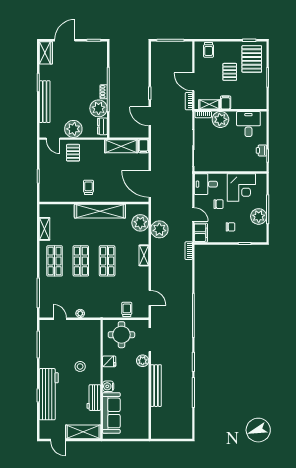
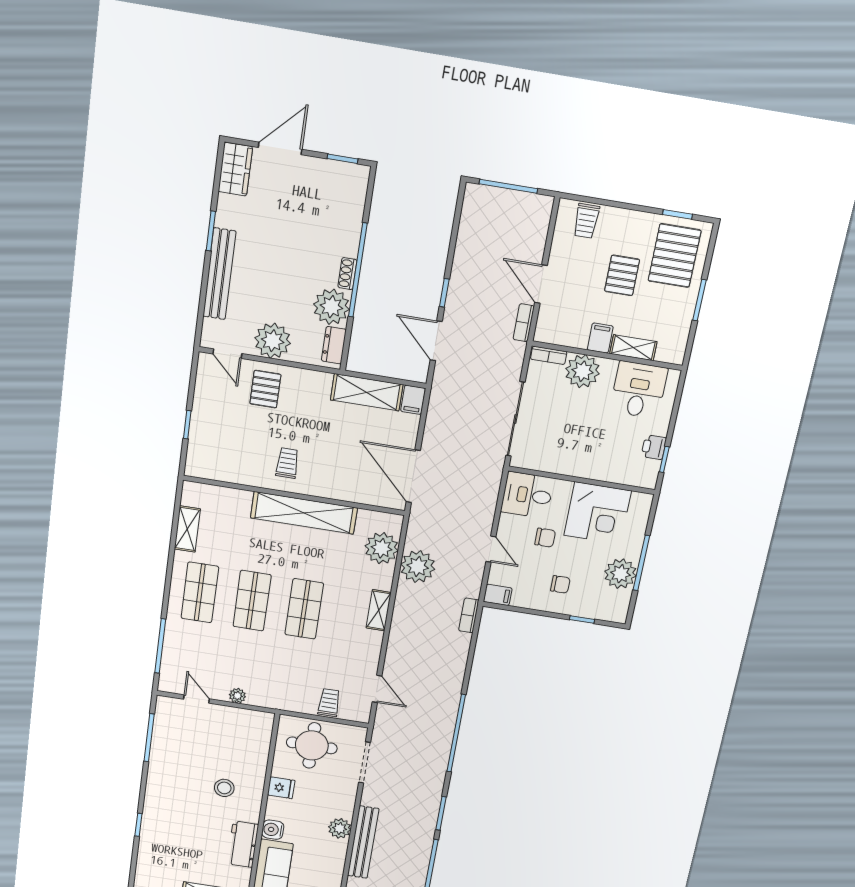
shelving: (209, 104) -> (633, 348), moved
filing cabinet: (201, 233) -> (498, 595), width x0.50
plant: (143, 361) -> (340, 828), moved
workbench: (49, 394) -> (159, 826), removed

